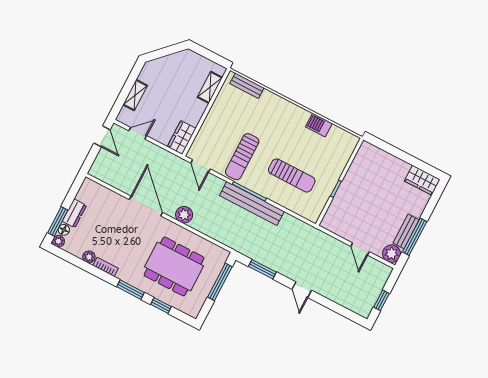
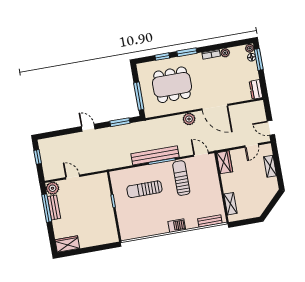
barbecue: (319, 125) -> (177, 226), moved
dresser: (74, 213) -> (256, 89), moved

